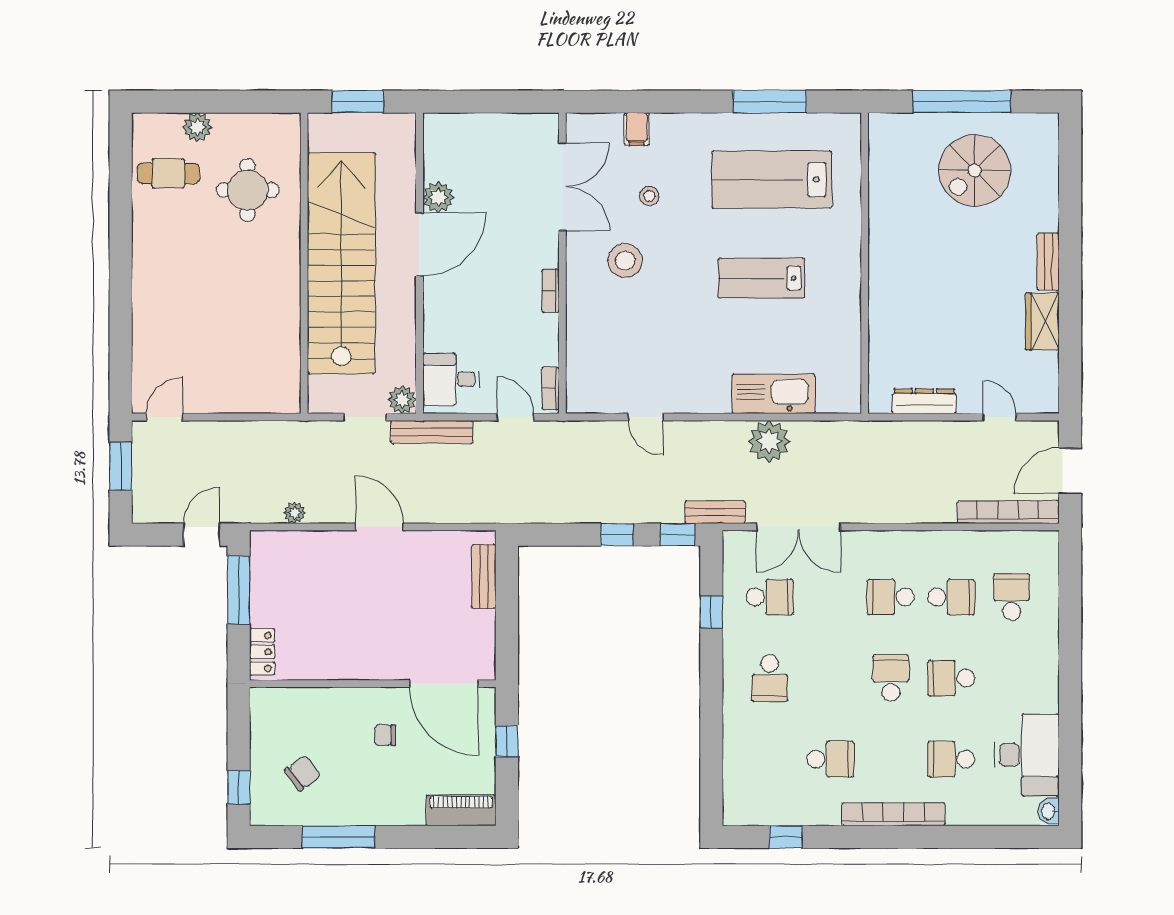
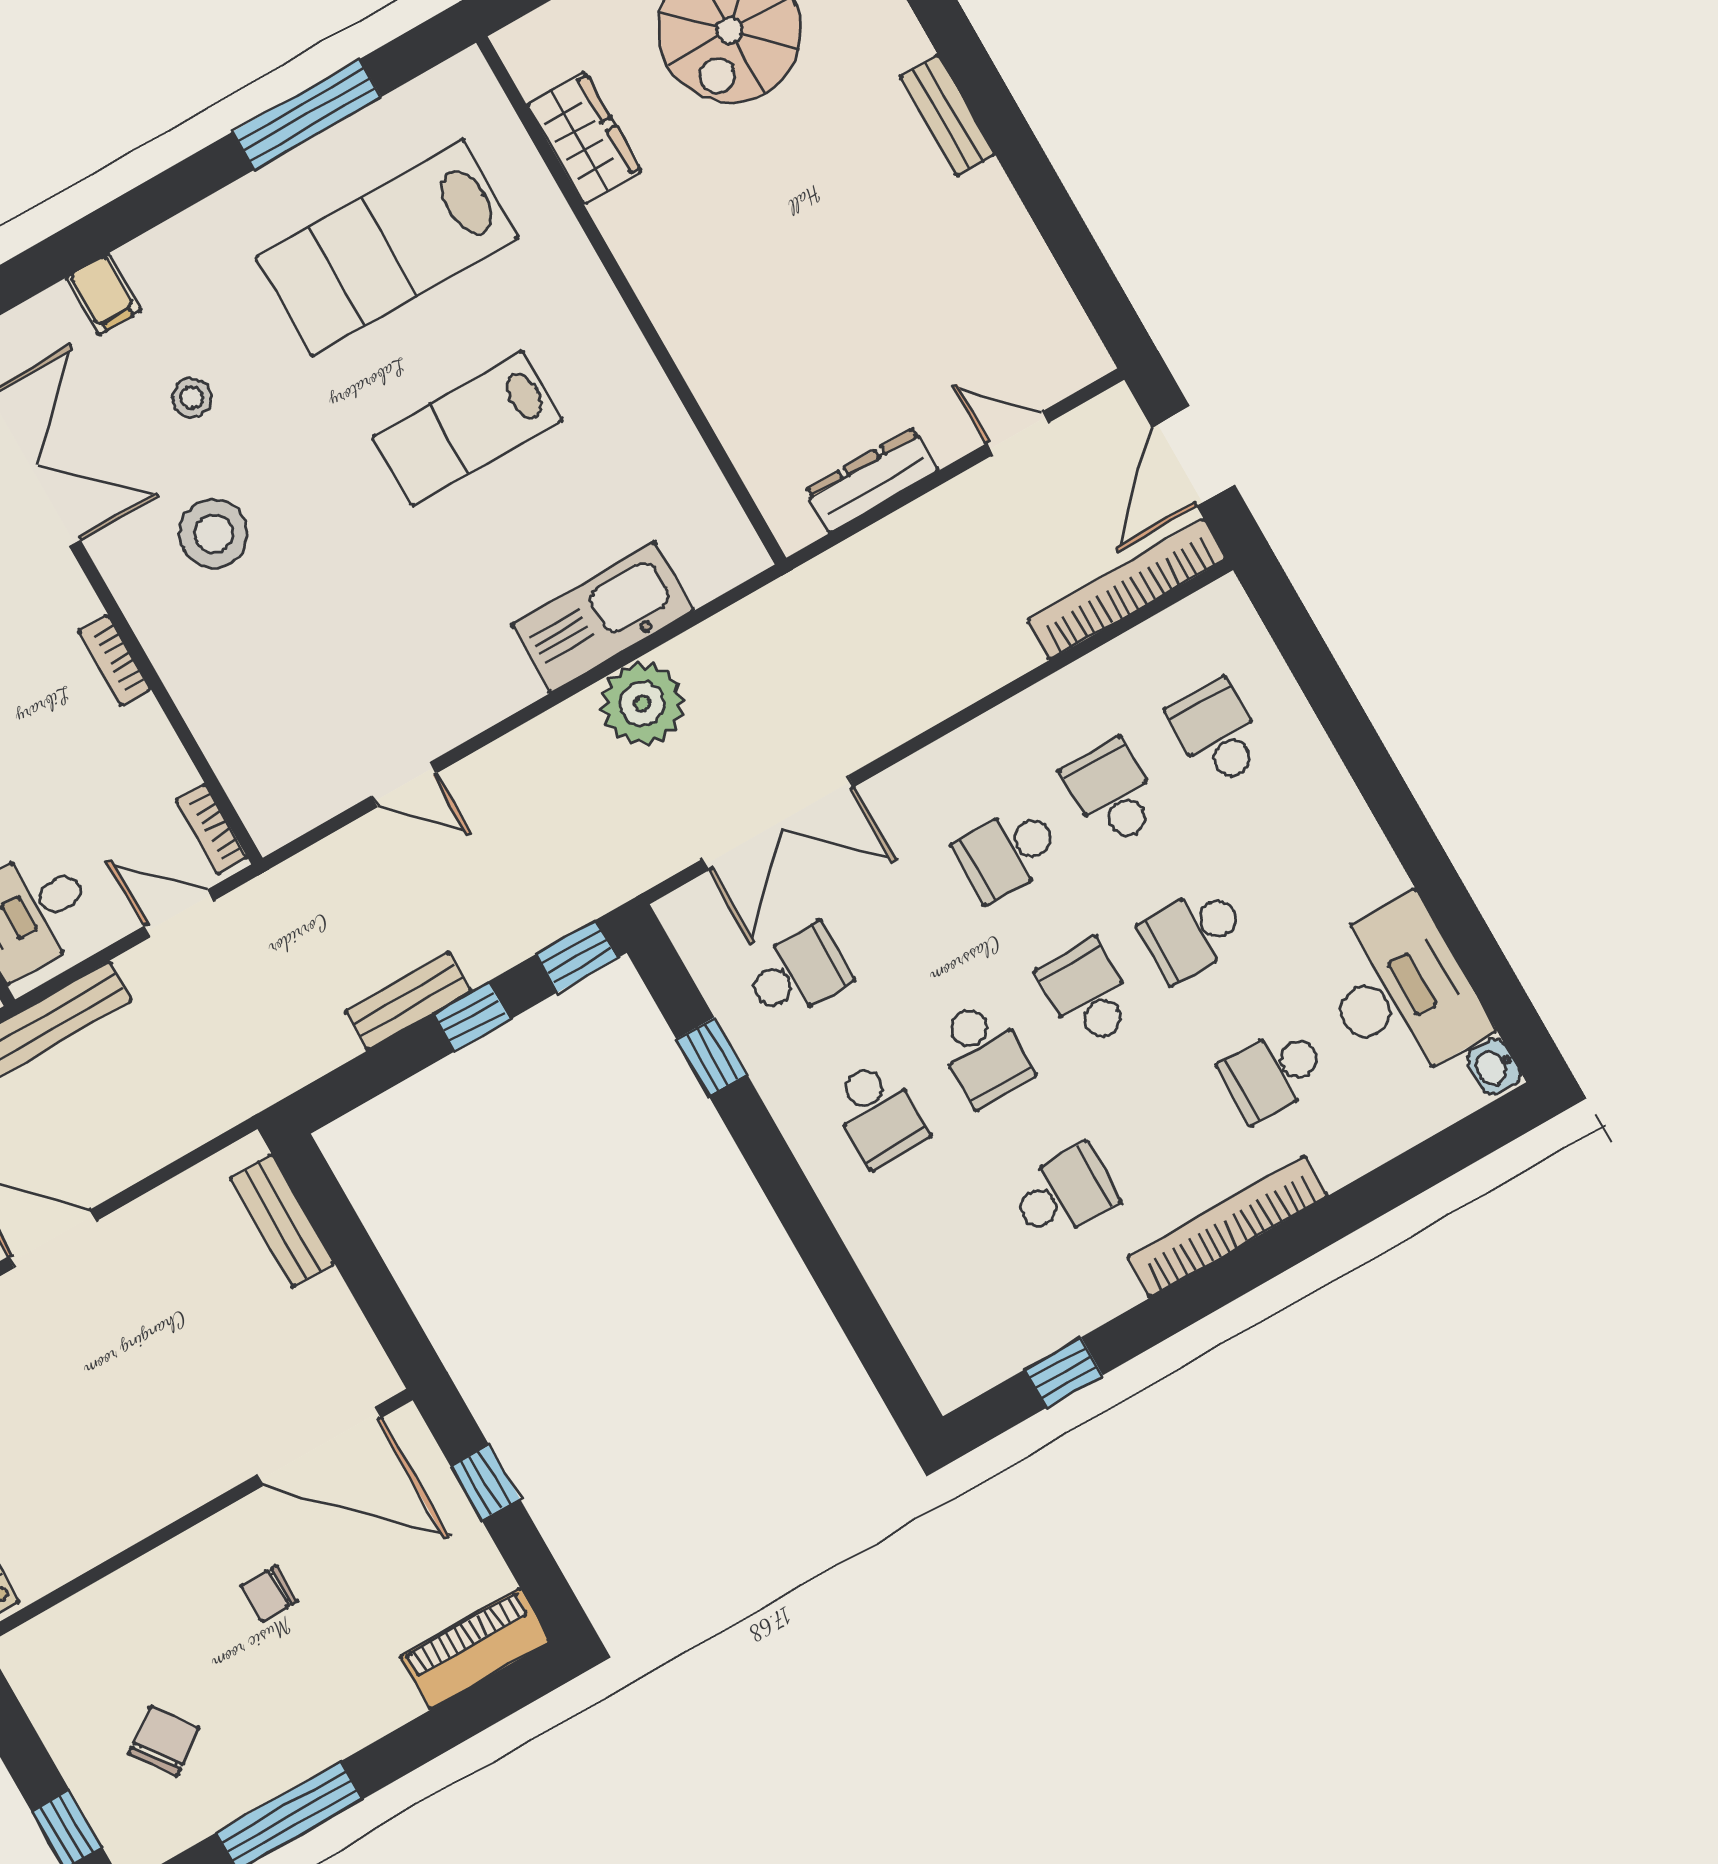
wardrobe: (1042, 321) -> (584, 138), moved, turned 180
bench: (715, 512) -> (408, 1001), moved
school desk: (951, 597) -> (1112, 793), turned -90
school desk: (830, 678) -> (983, 1053), added

